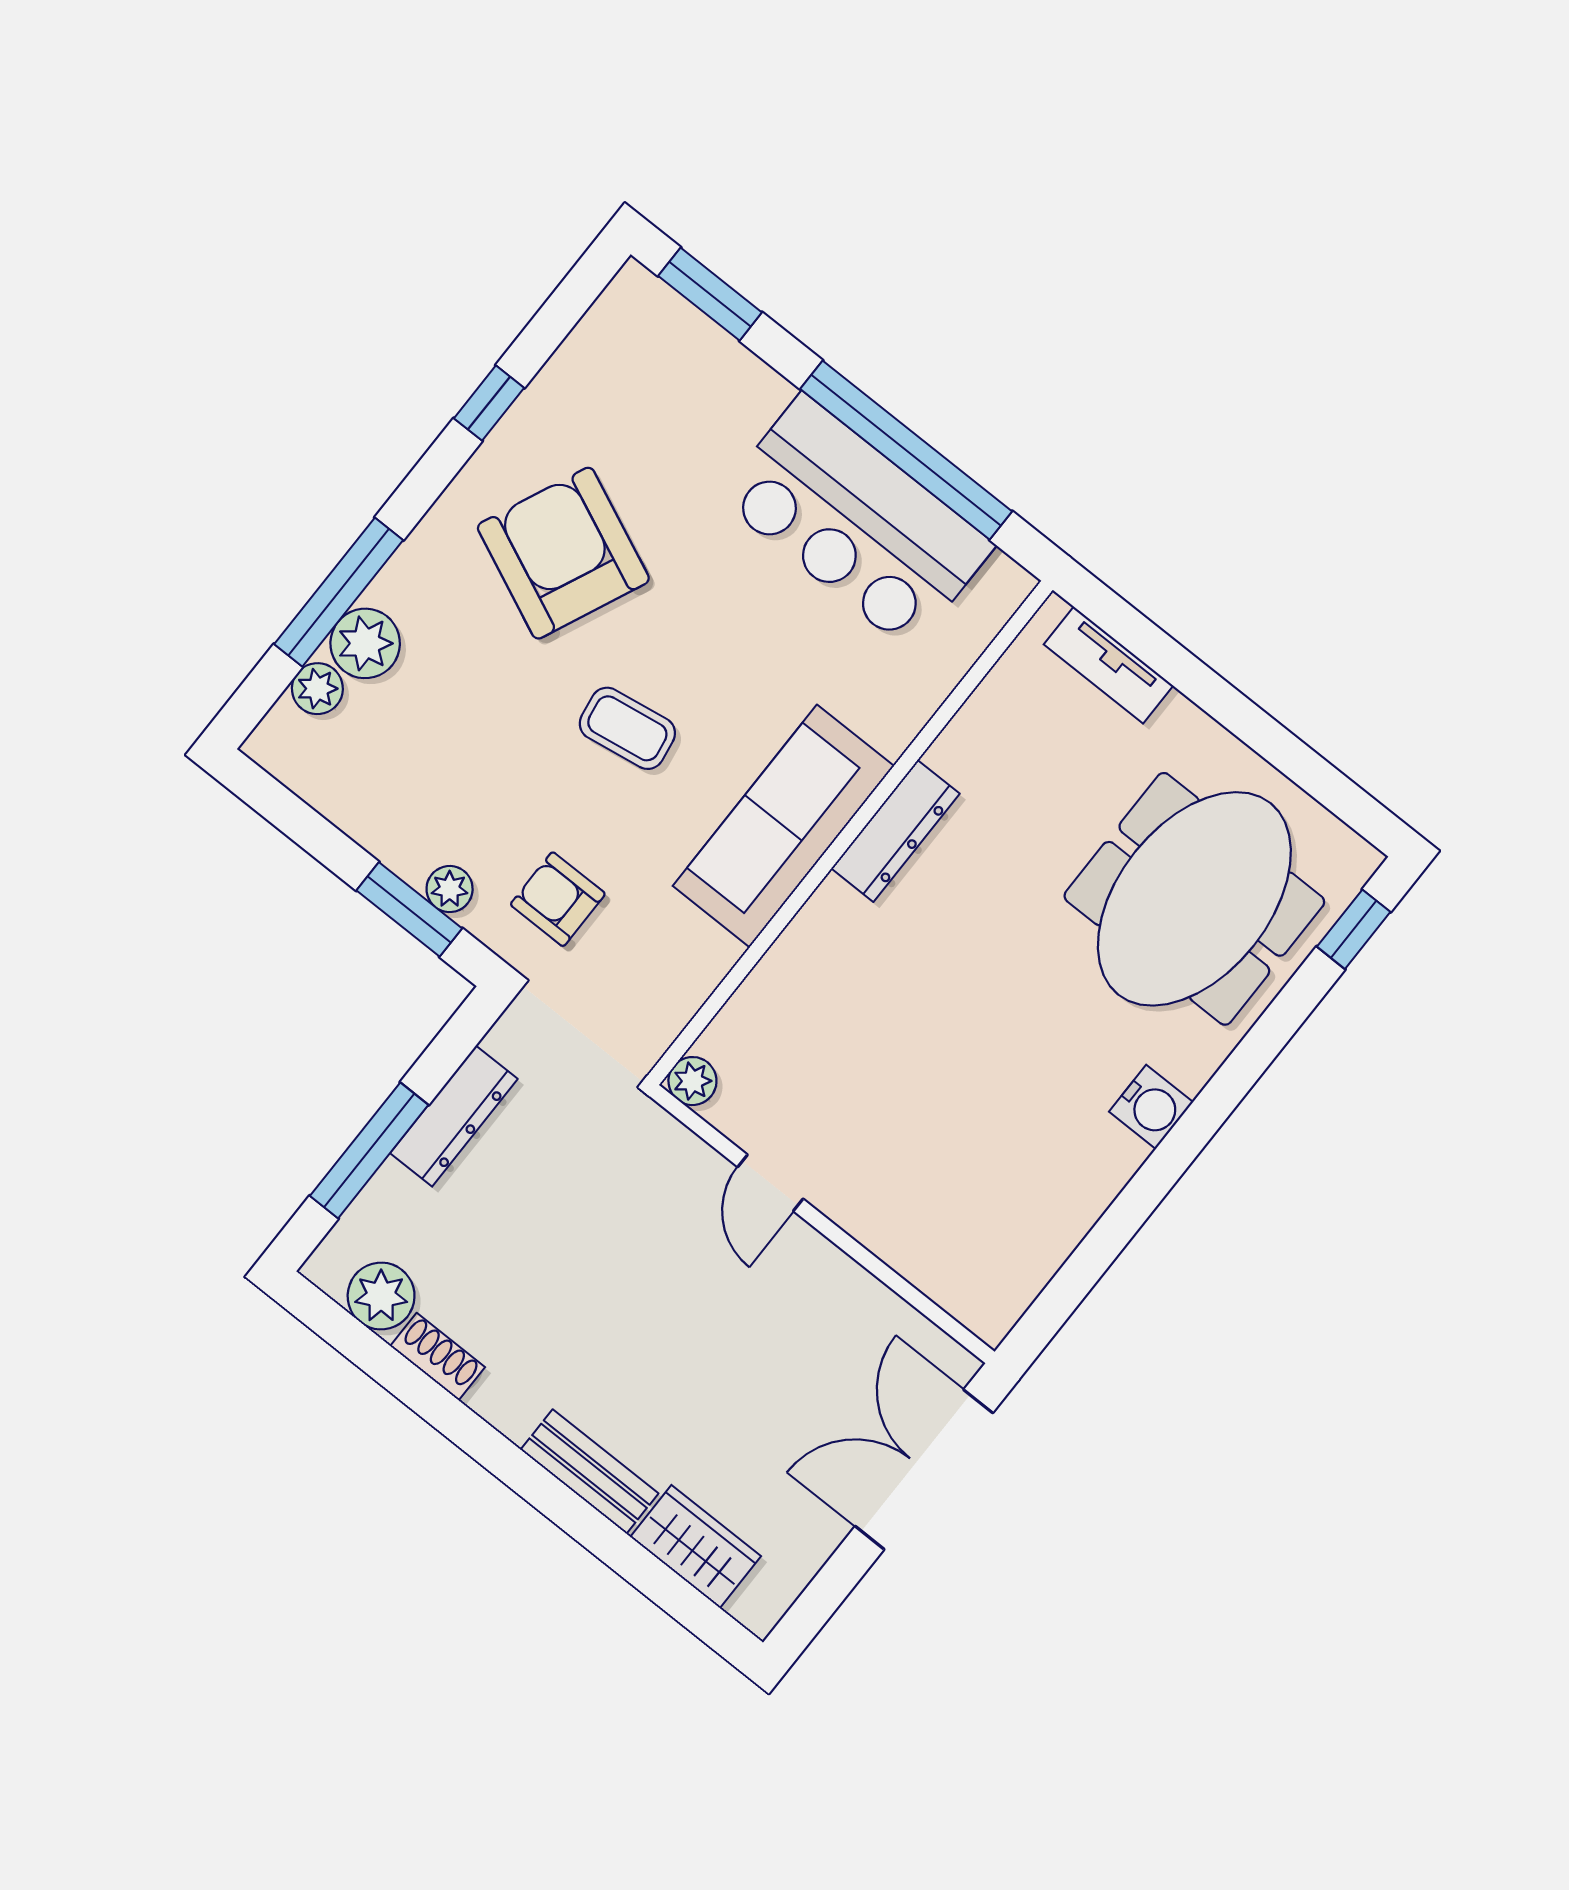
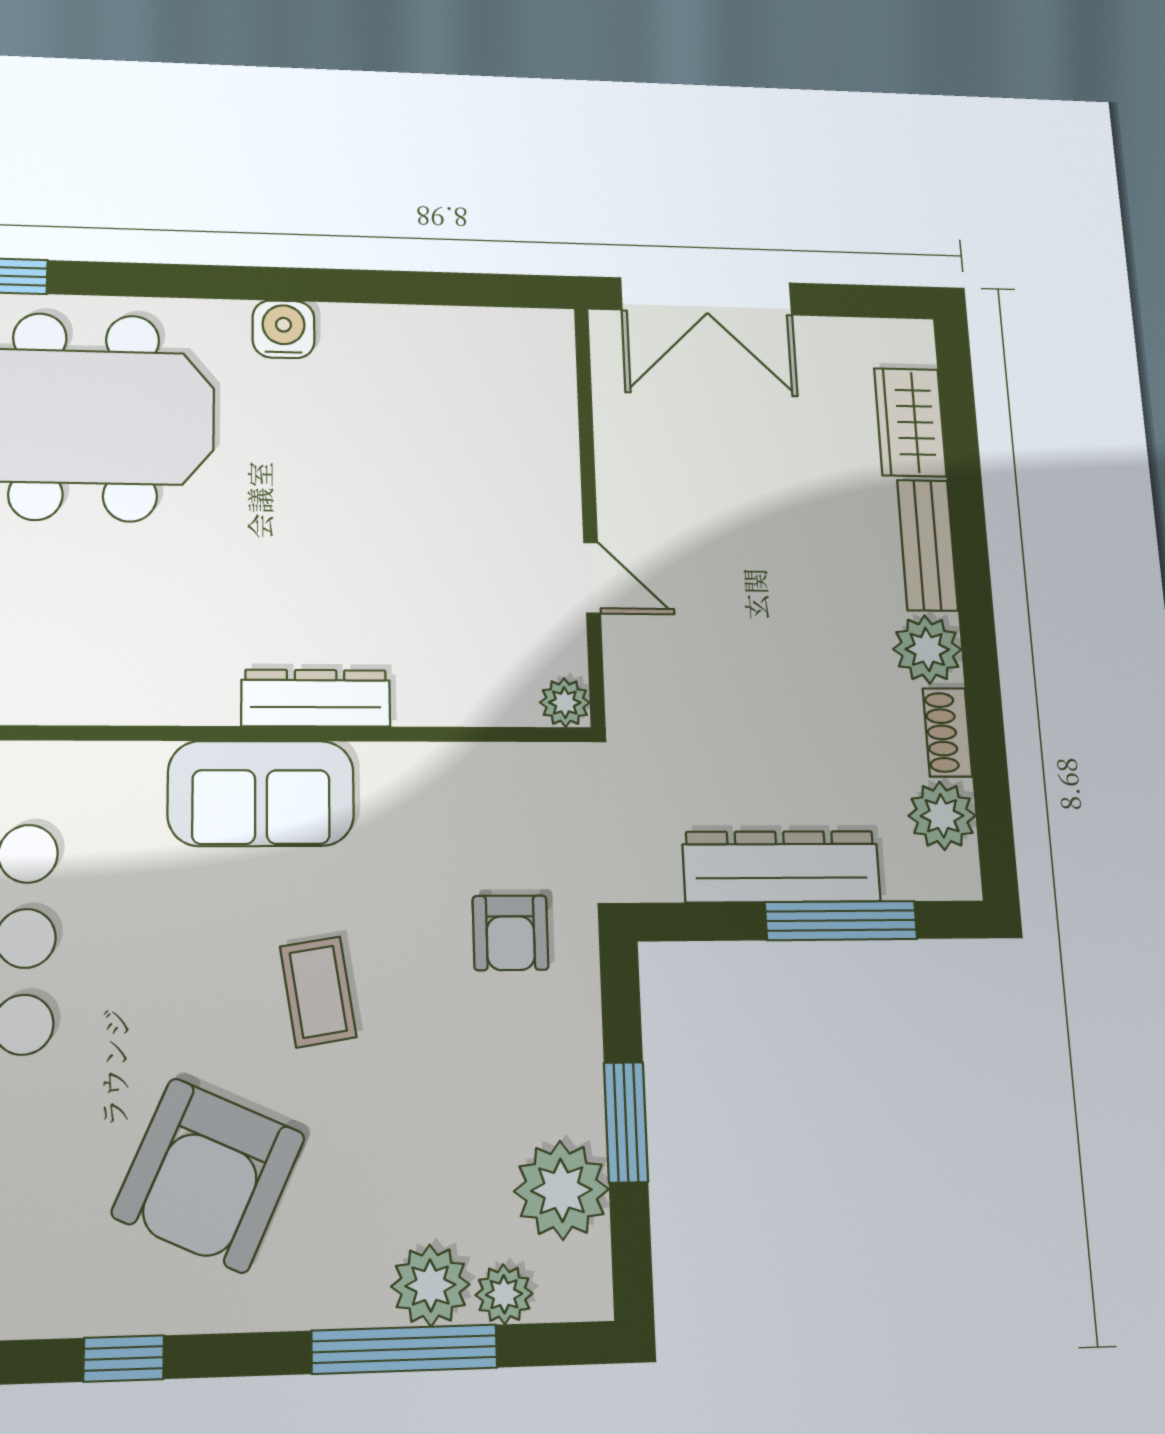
sofa: (783, 826) -> (261, 793), width x0.73
dresser: (895, 831) -> (316, 698), moved
plant: (450, 889) -> (561, 1190), moved, width x1.88, depth x1.88
window: (409, 909) -> (626, 1122), moved
dresser: (454, 1116) -> (781, 867), width x1.37, depth x1.24
door: (770, 1183) -> (592, 578), hinge flipped
plant: (511, 1398) -> (927, 649), added

